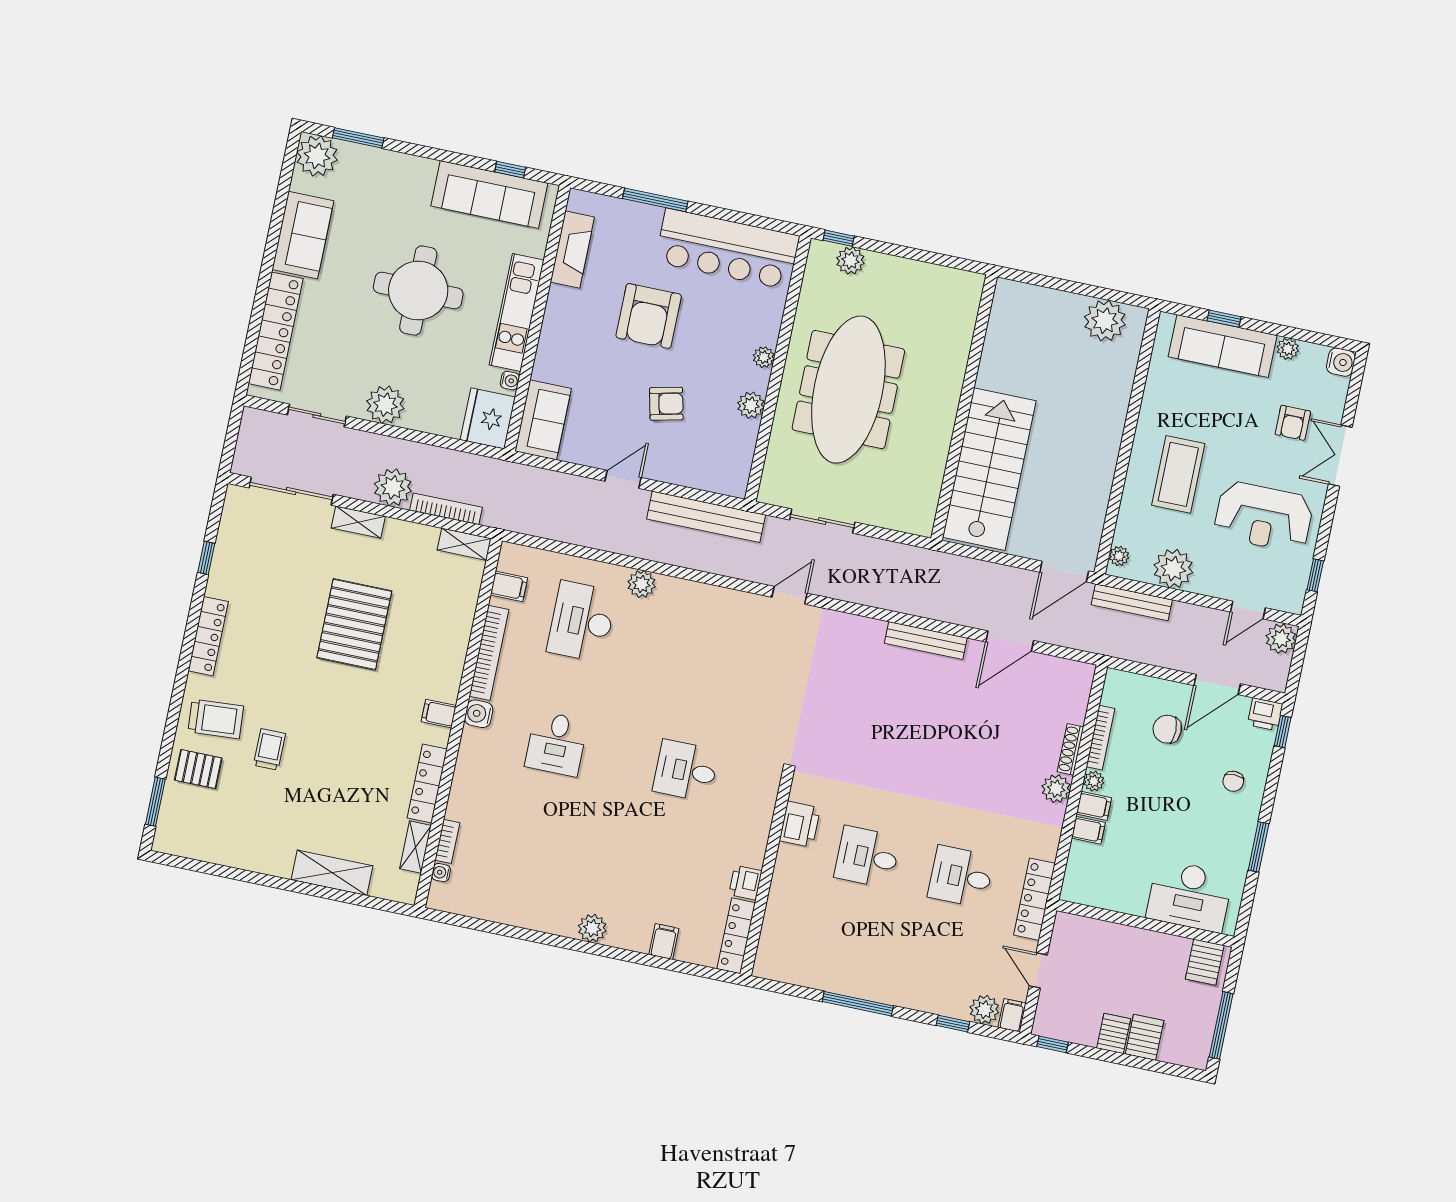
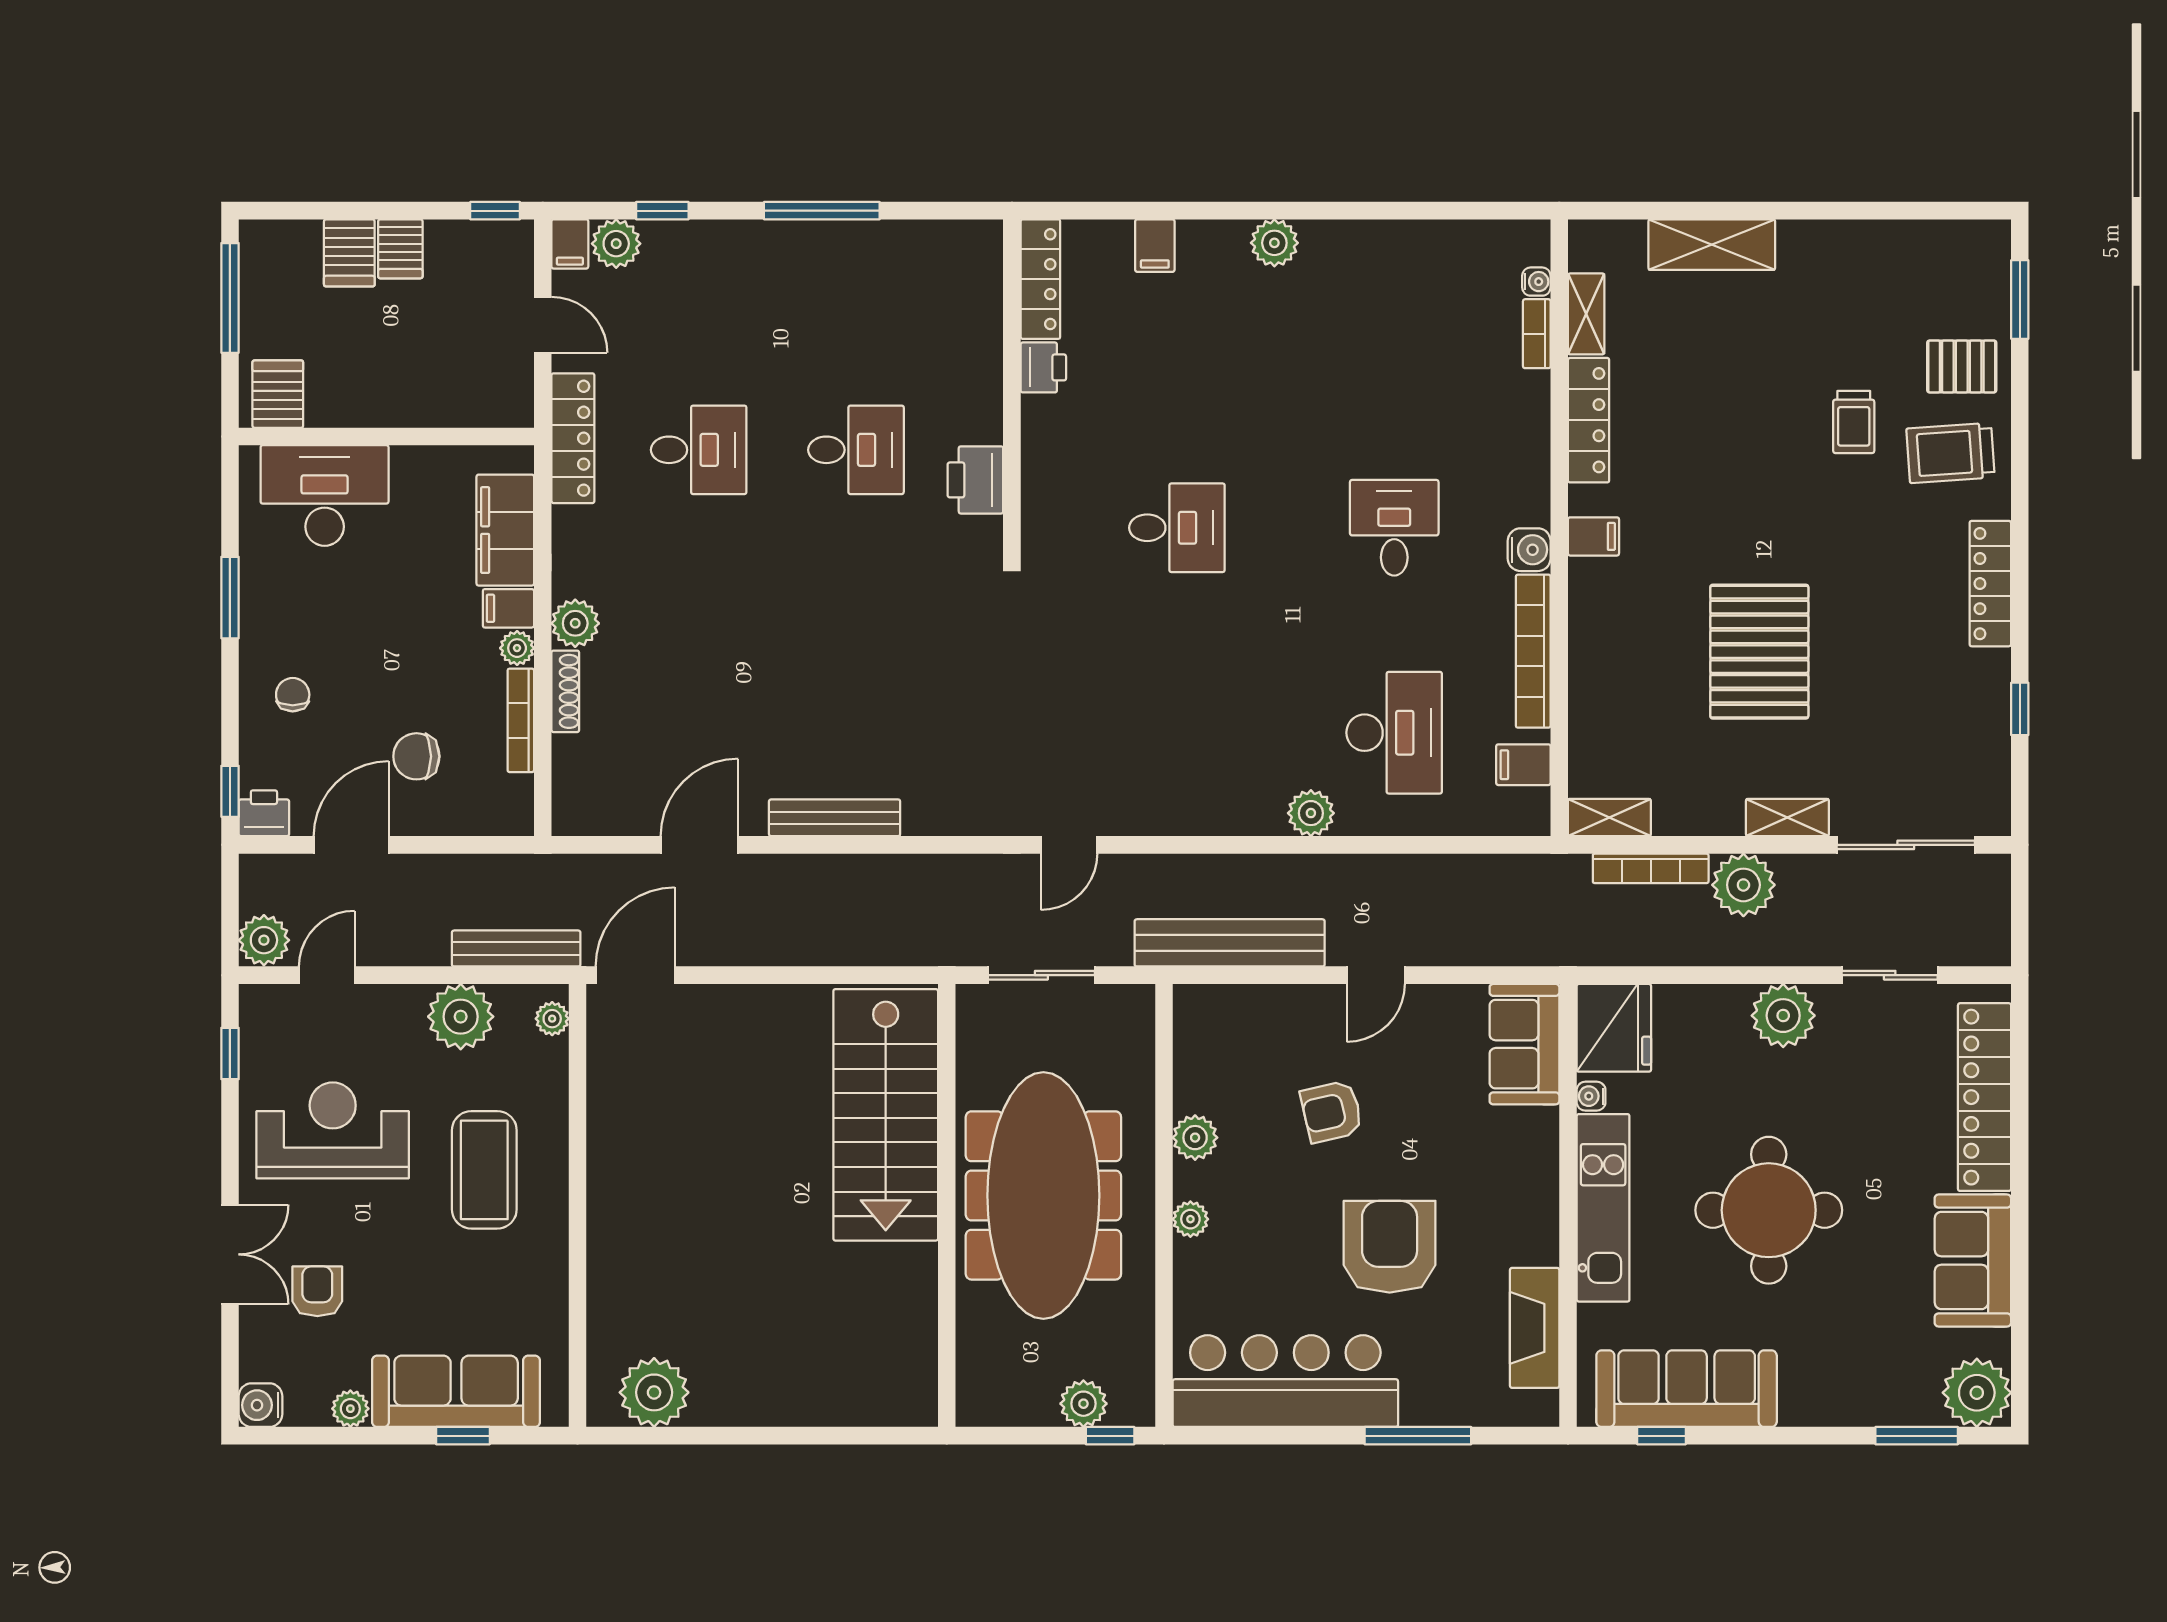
wall: (964, 408) -> (947, 1205), moved
stairs: (989, 469) -> (886, 1115), moved
chair: (1167, 729) -> (416, 756), turned 180
filing cabinet: (1088, 830) -> (505, 530), width x3.00, depth x1.17

